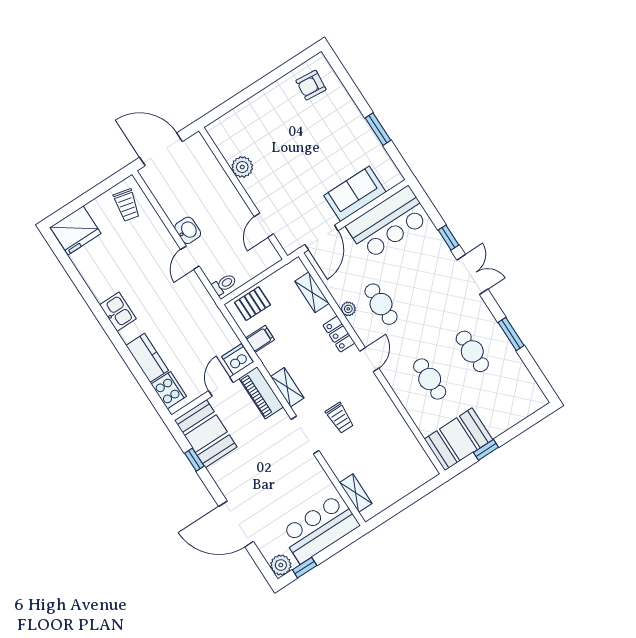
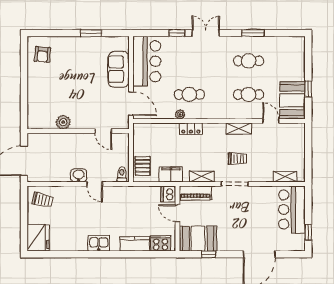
shelving: (312, 292) -> (239, 129), moved
filing cabinet: (260, 339) -> (171, 174), width x2.00
door: (369, 360) -> (271, 121), moved
plant: (281, 565) -> (298, 244), removed

